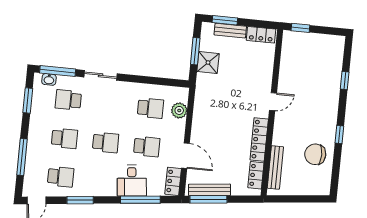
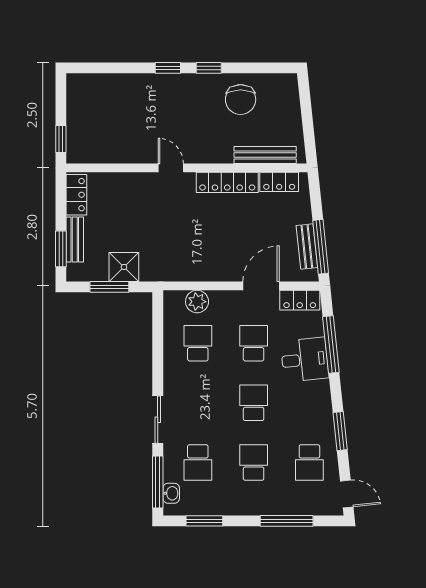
window: (345, 80) -> (168, 68), moved
school desk: (61, 177) -> (309, 463), turned 180
bench: (209, 190) -> (307, 247), width x0.73

